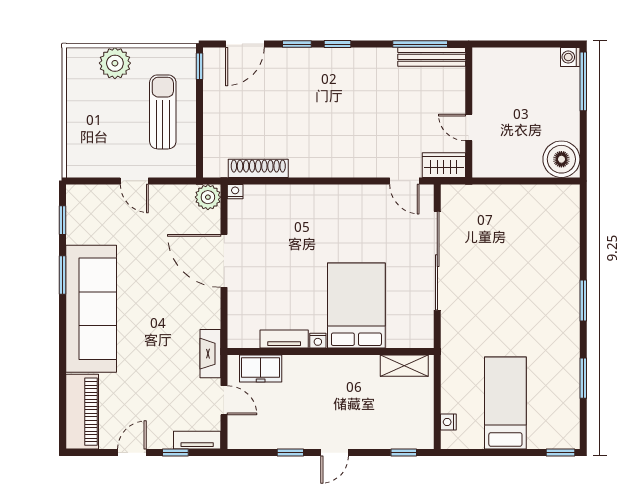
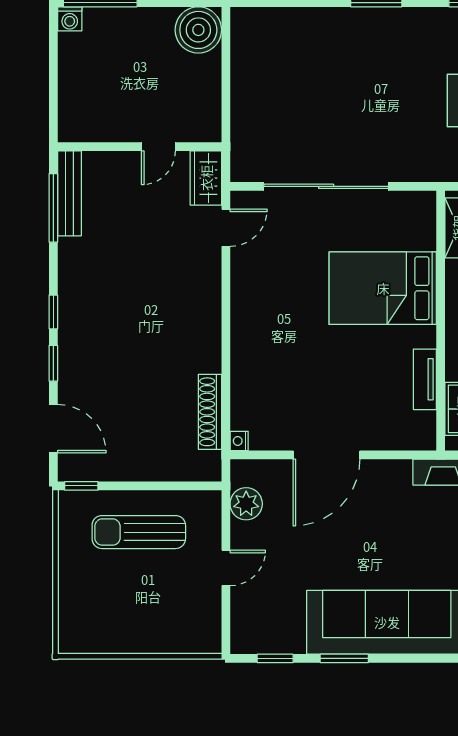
plant: (115, 63) -> (77, 592), removed
plant: (208, 197) -> (246, 504), moved
nightstand: (318, 341) -> (427, 337), removed

